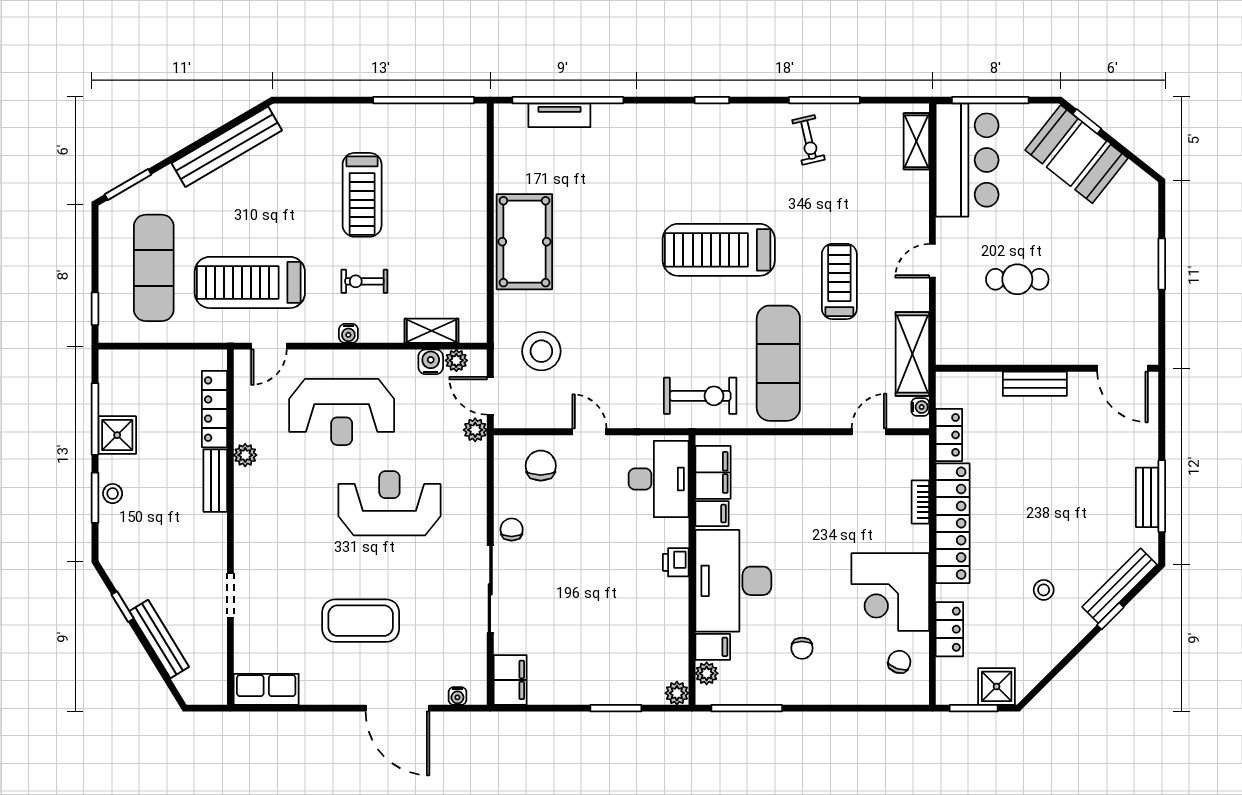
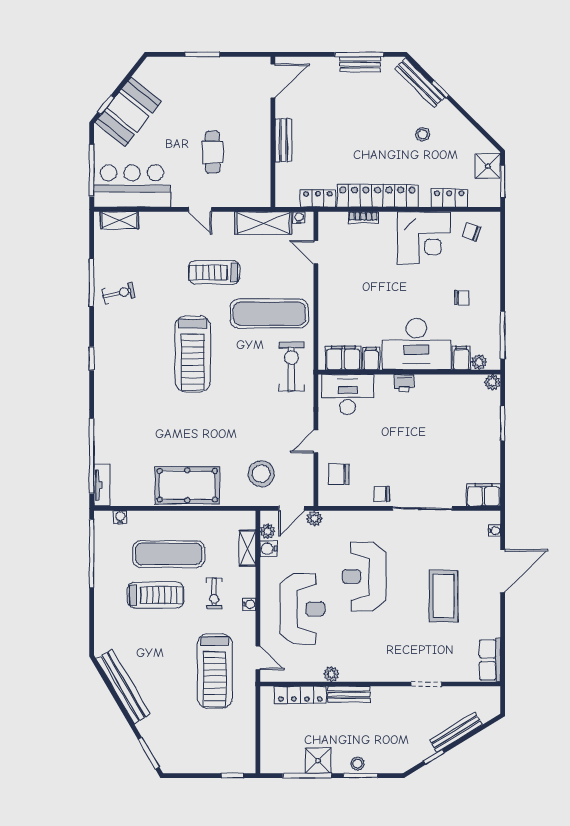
tv unit: (559, 115) -> (102, 485), moved
water cooler: (477, 143) -> (120, 517), added
exercise mat: (154, 268) -> (169, 554), moved

